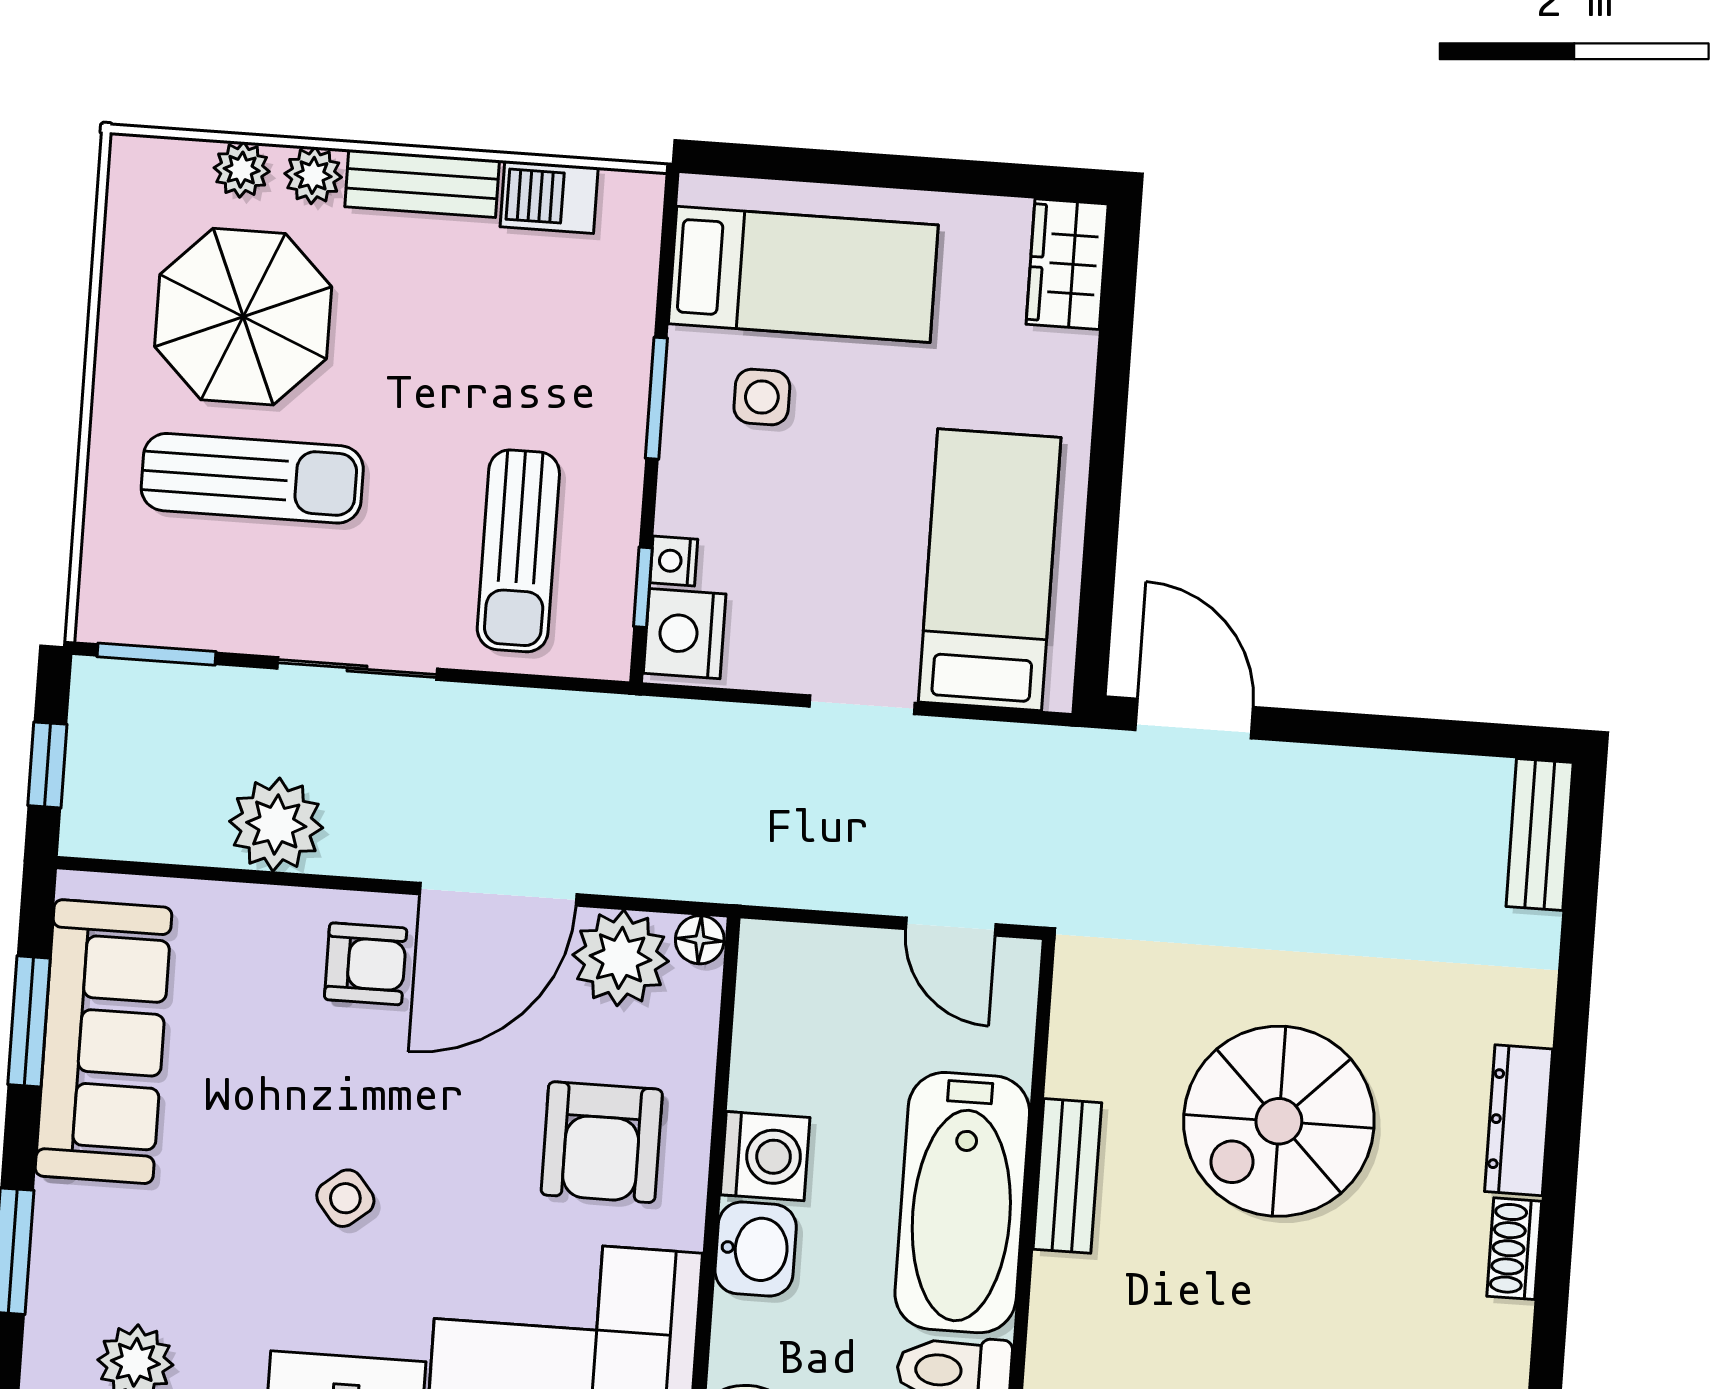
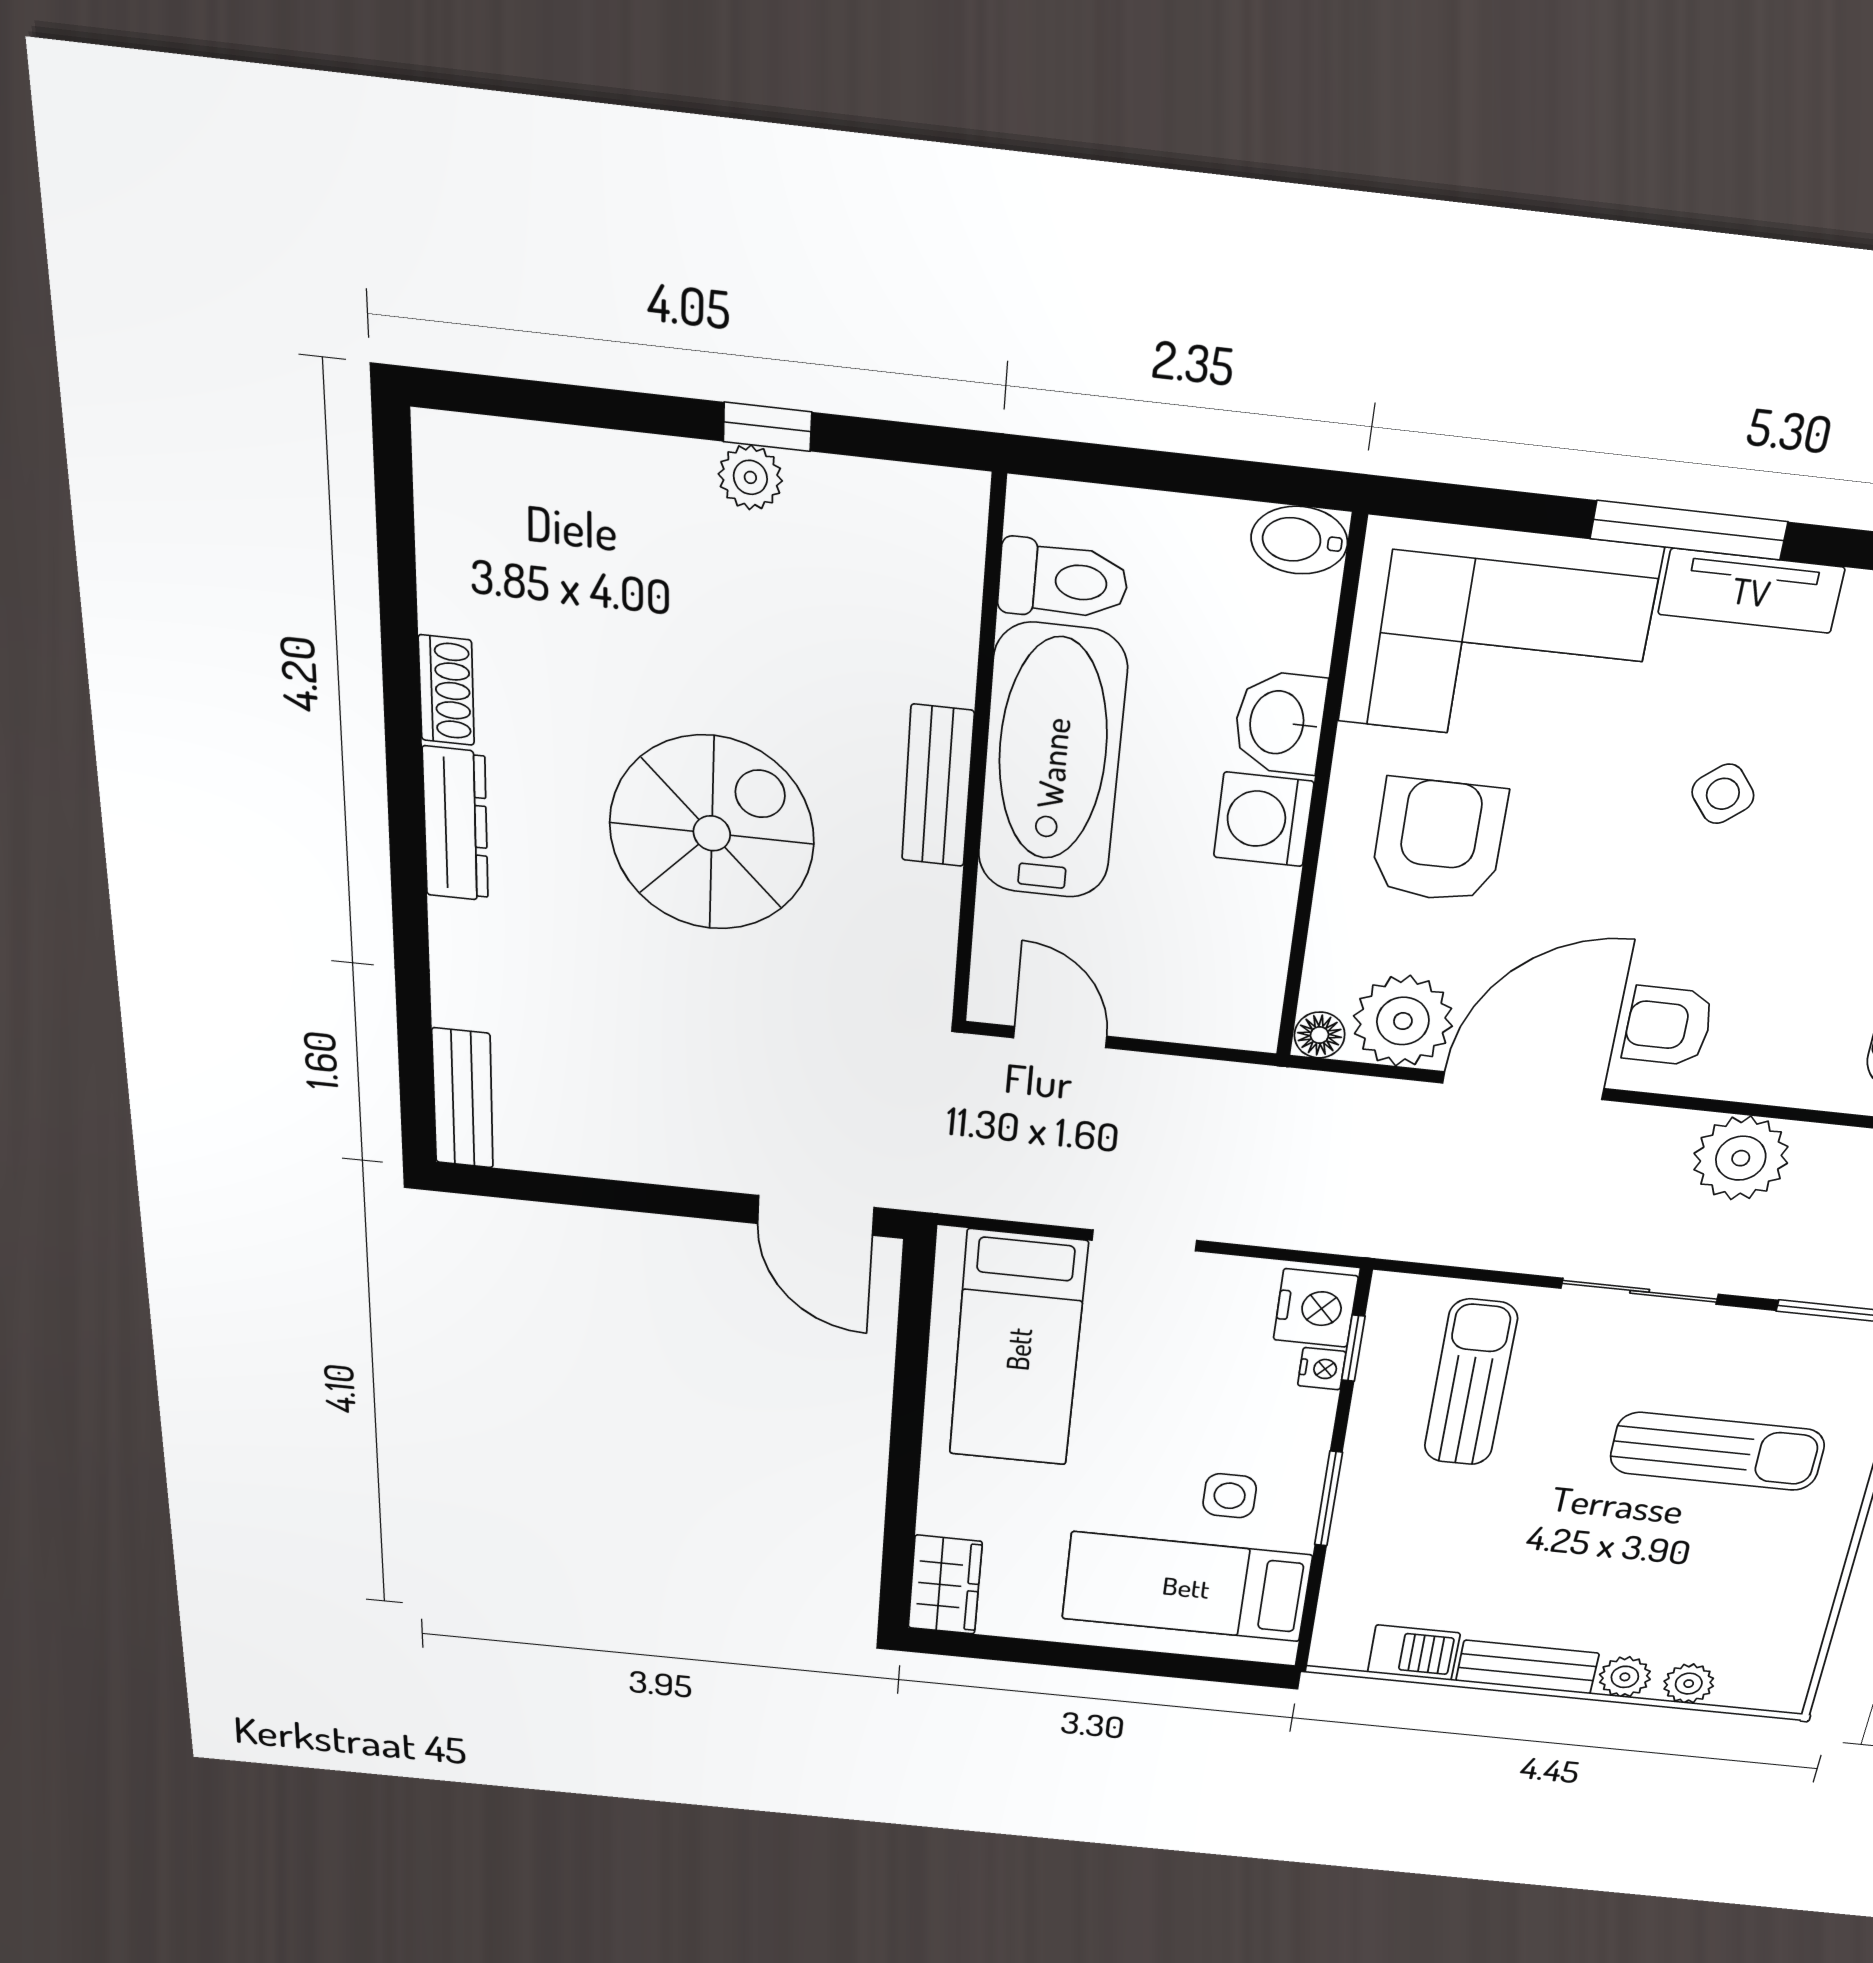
parasol: (243, 317) -> (1705, 1576), removed
sun lounger: (252, 478) -> (1717, 1451), turned 180

